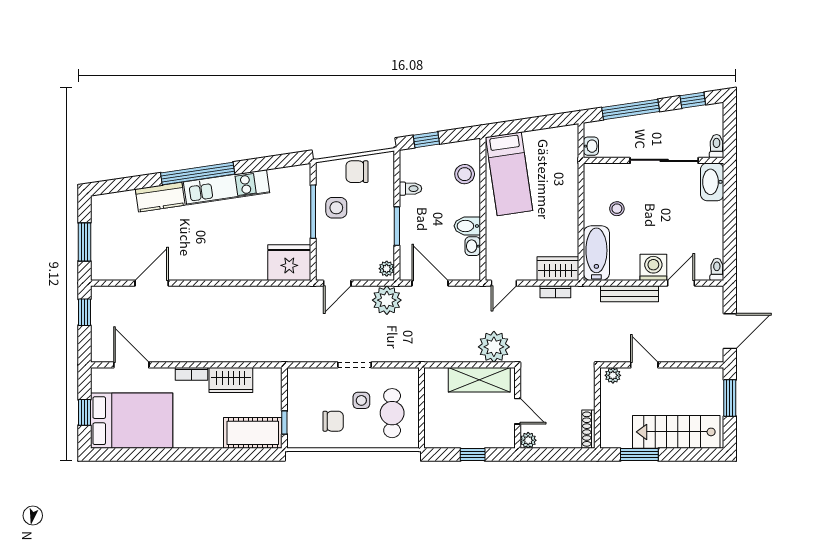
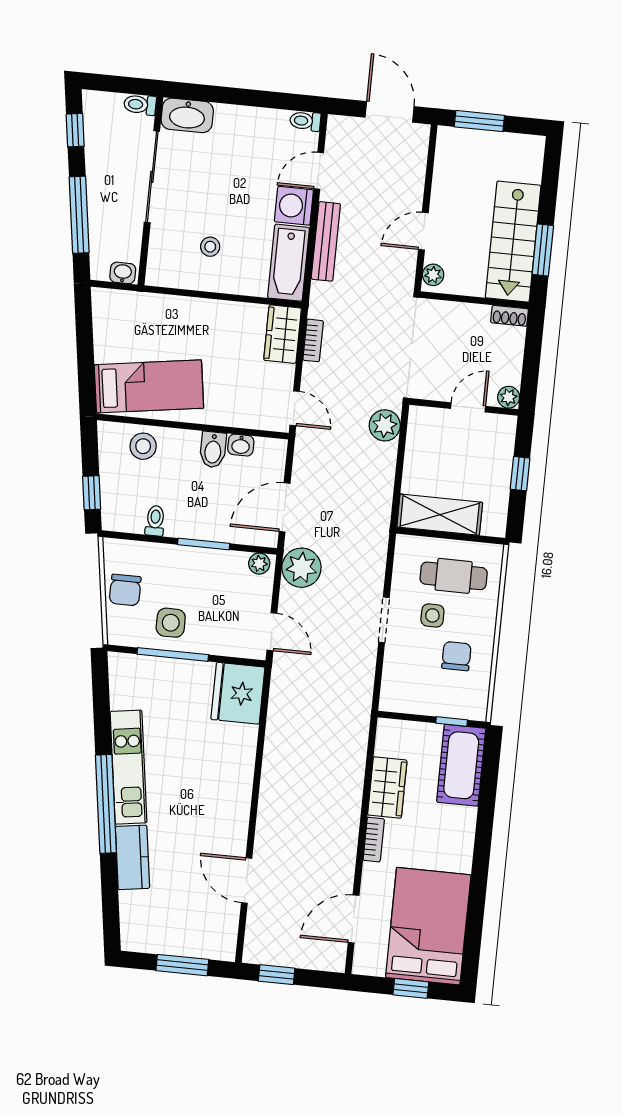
bathtub: (596, 253) -> (289, 263), moved, turned -90
door: (681, 283) -> (319, 171), hinge flipped
plant: (494, 347) -> (385, 425), width x0.73, depth x0.73
shelving: (479, 380) -> (440, 515), moved, turned 90
shoe rack: (588, 429) -> (510, 316), width x0.70
stairs: (676, 432) -> (513, 242), moved

